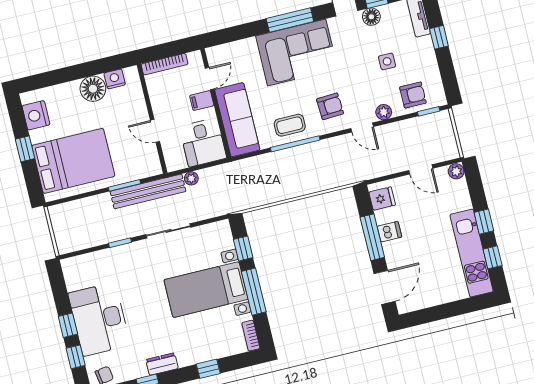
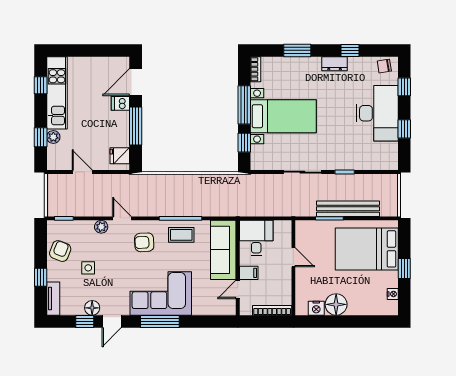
armchair: (413, 95) -> (60, 251), moved, turned 111
nightstand: (36, 115) -> (393, 294), width x0.53, depth x0.56
plant: (456, 171) -> (53, 137), moved
plant: (191, 178) -> (273, 211), removed
bench: (148, 191) -> (348, 209), moved
window: (484, 222) -> (41, 137), moved
dishwasher: (389, 232) -> (120, 103), moved
window: (68, 325) -> (404, 129), moved
window: (208, 369) -> (297, 50), width x1.50

